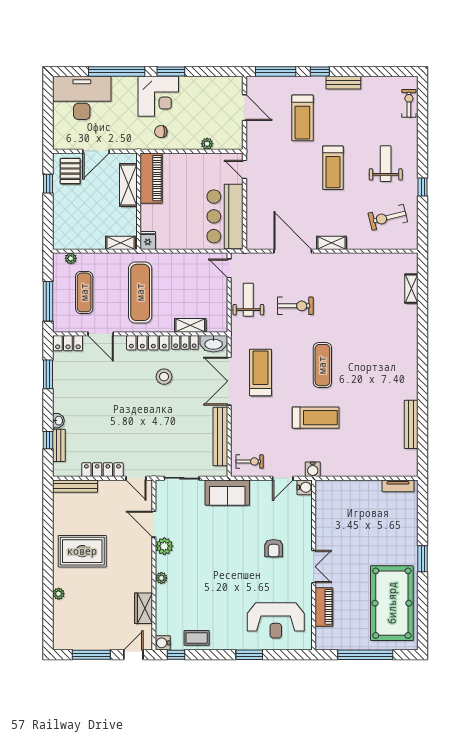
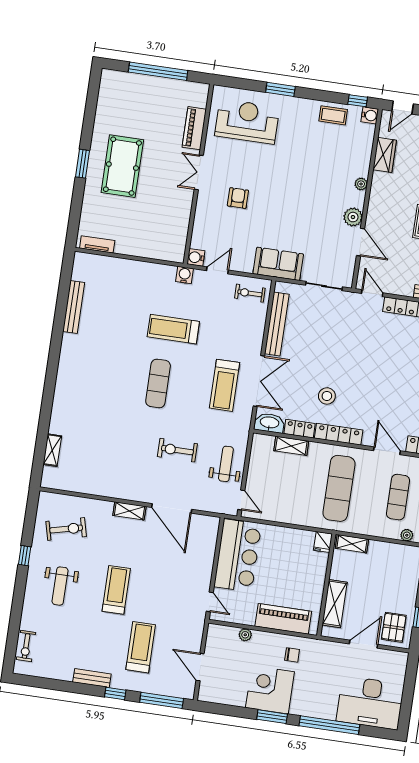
corner desk: (158, 96) -> (270, 690), moved
piano: (151, 178) -> (283, 619), moved, turned 90
weight bench: (248, 300) -> (226, 464), turned 180
pool table: (392, 603) -> (122, 166), moved, width x0.73, depth x0.76

